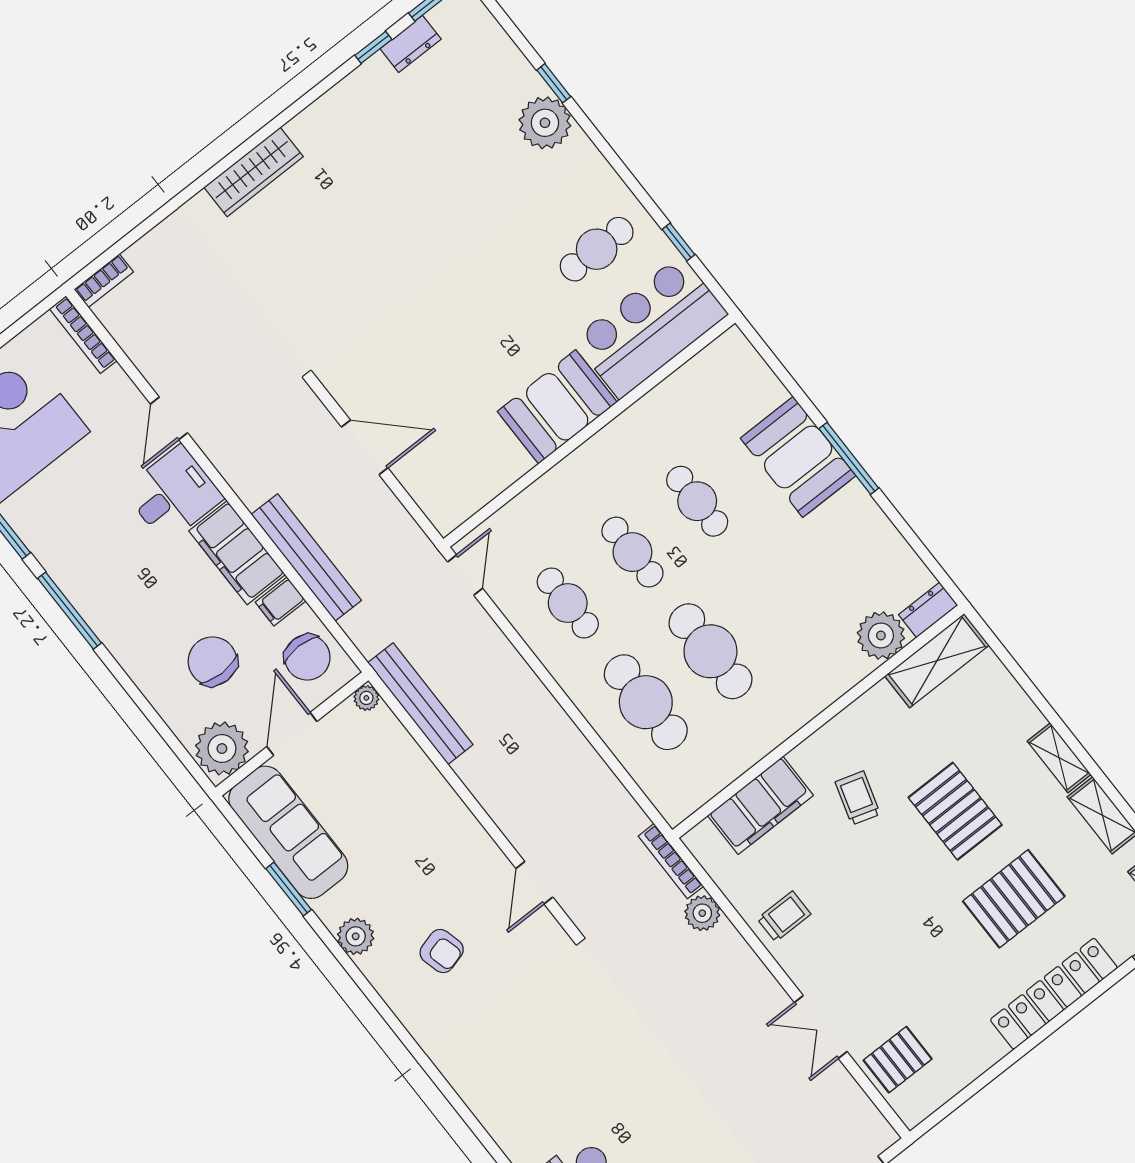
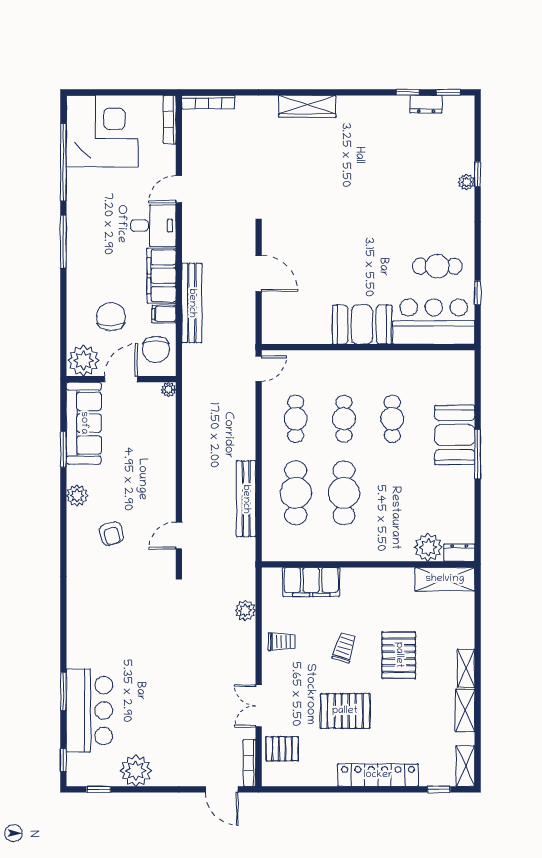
plant: (545, 123) -> (466, 182), width x0.53, depth x0.53
bookcase: (104, 281) -> (208, 102), width x1.56
bench: (420, 704) -> (246, 499), moved
trolley: (858, 798) -> (344, 648), moved
bookcase: (671, 861) -> (250, 763), moved
pallet: (1014, 899) -> (345, 711), moved

